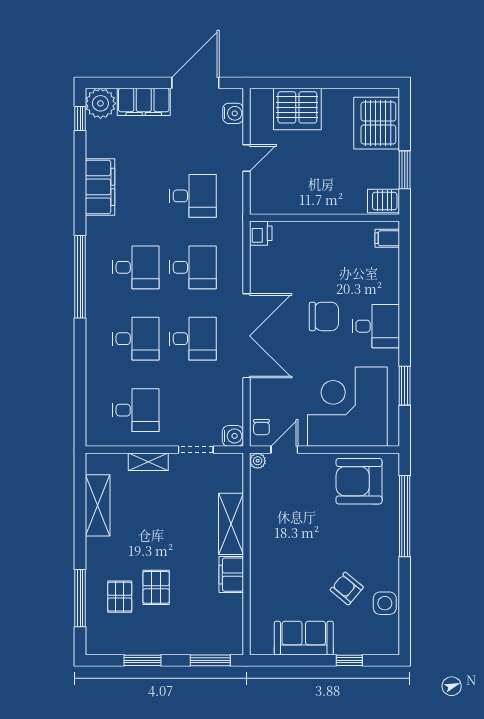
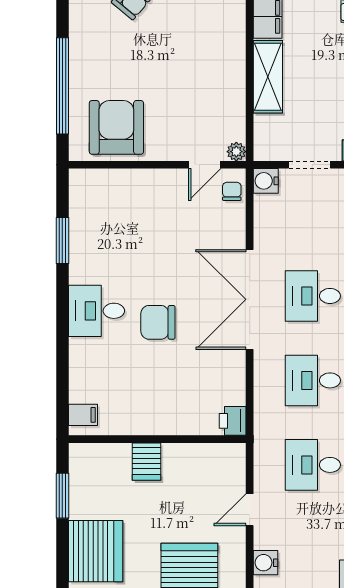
server rack: (383, 201) -> (147, 462), moved, turned 90
corner desk: (347, 407) -> (130, 216), removed
armchair: (359, 481) -> (116, 127), turned -90

